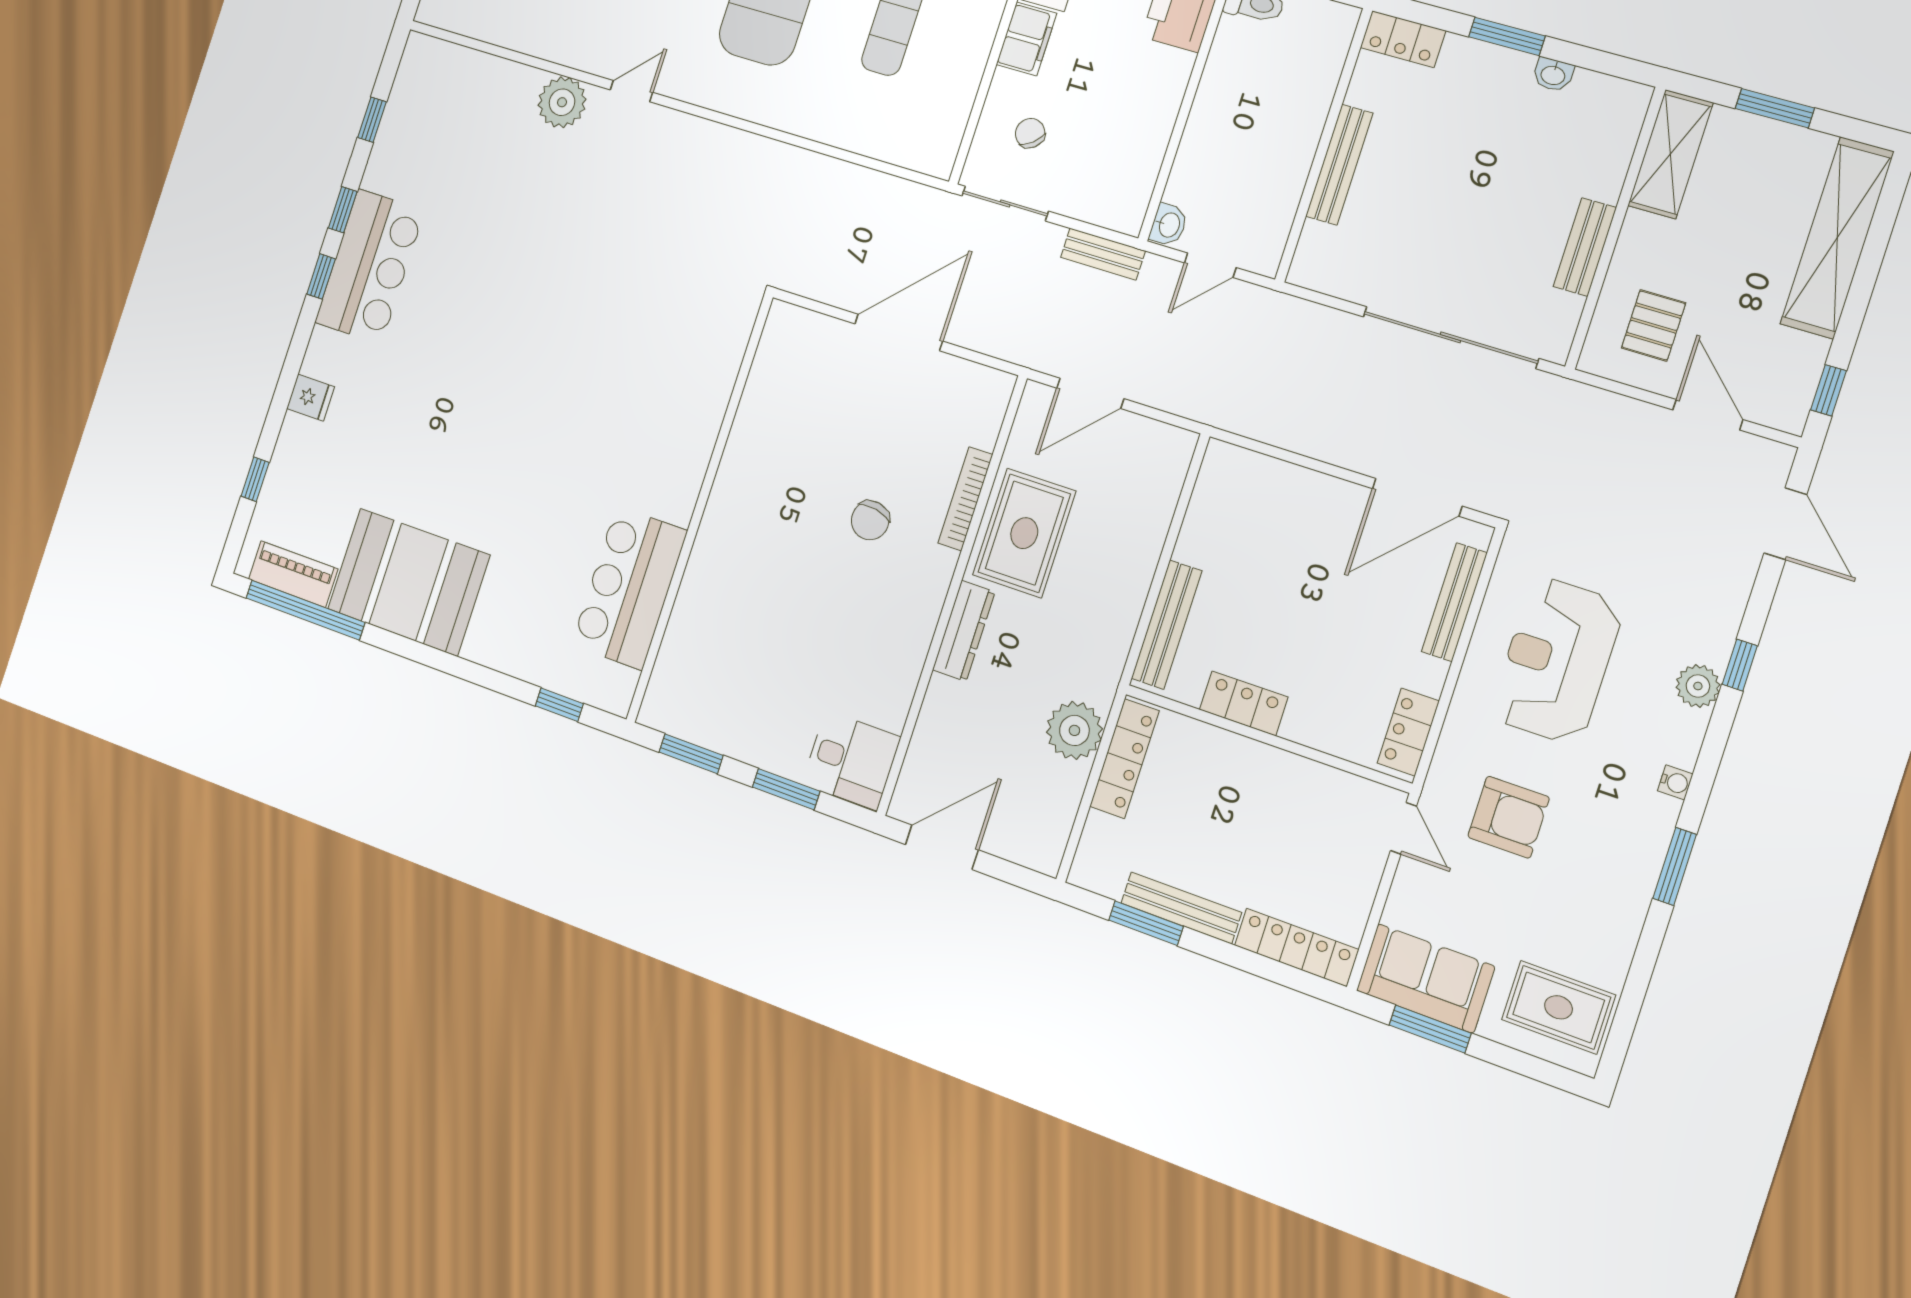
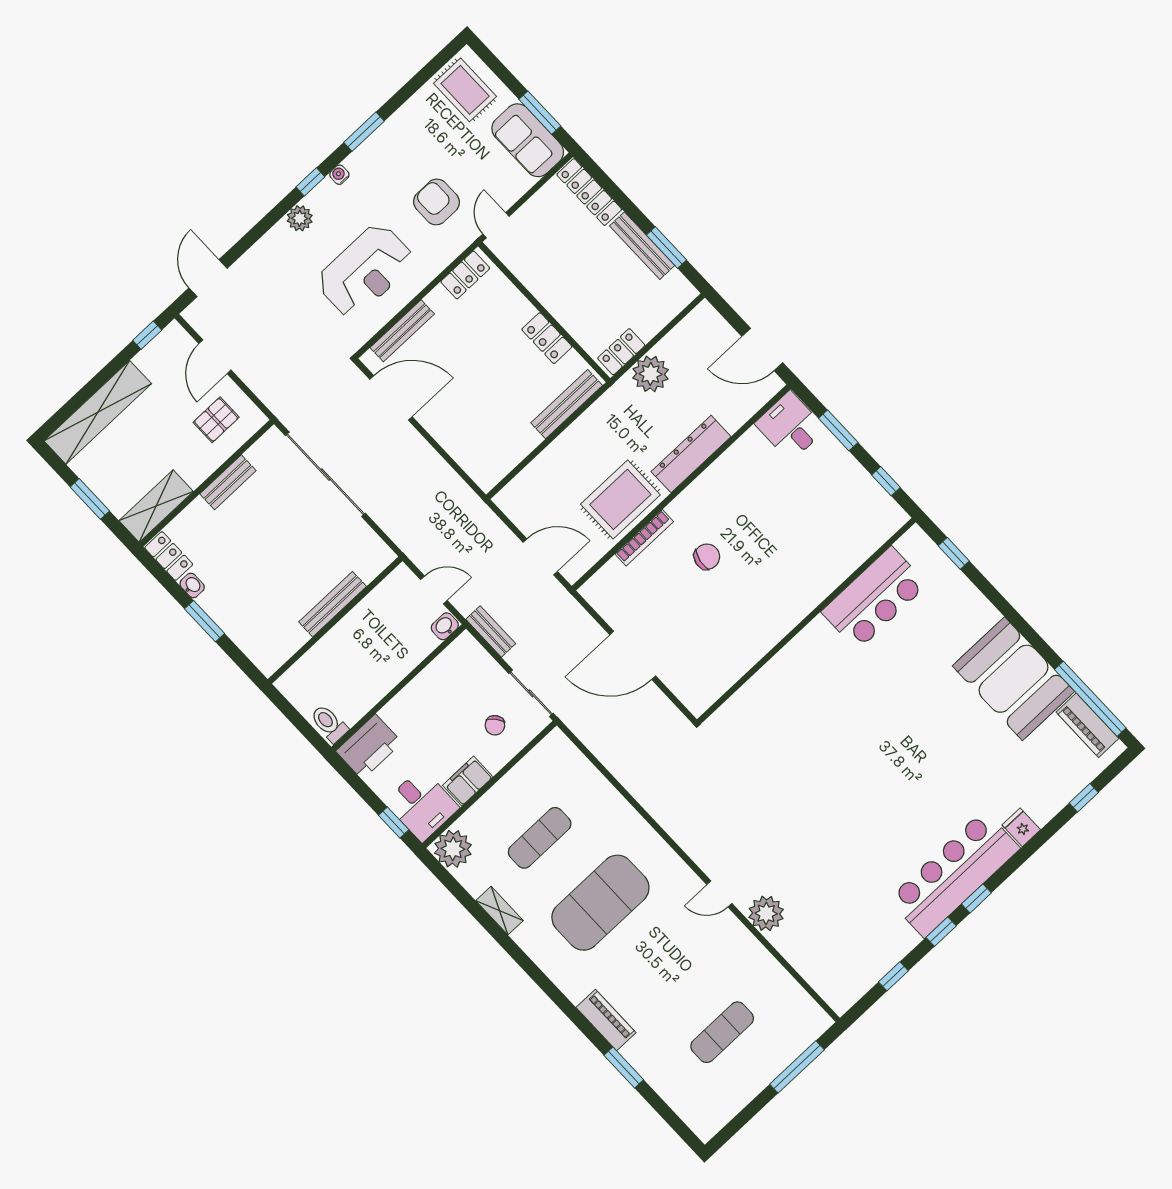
locker: (1403, 39) -> (169, 556), moved
bar counter: (370, 266) -> (954, 874), width x1.36
dresser: (964, 631) -> (691, 454), width x1.37, depth x1.24
window: (1740, 665) -> (310, 182), moved
window: (691, 754) -> (886, 481), width x0.67
locker: (1125, 759) -> (621, 352), width x0.66

